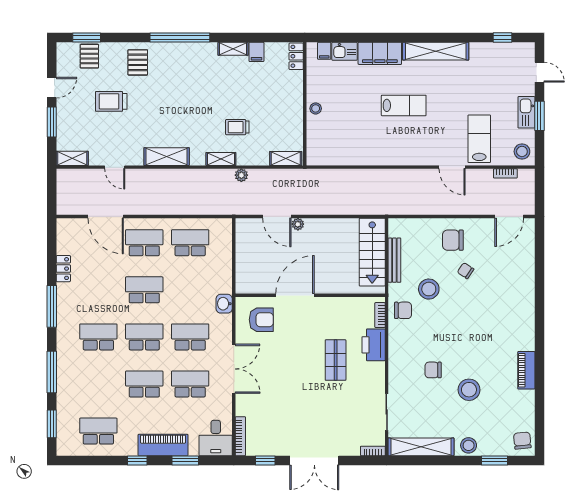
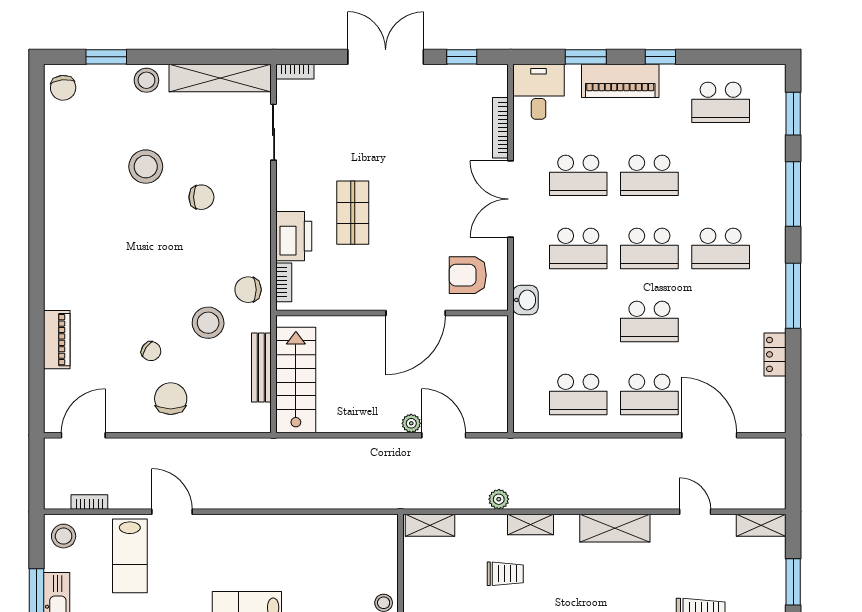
chair: (453, 240) -> (171, 399), turned -90
piano: (526, 370) -> (57, 340), moved
bookcase: (240, 436) -> (500, 128), moved

